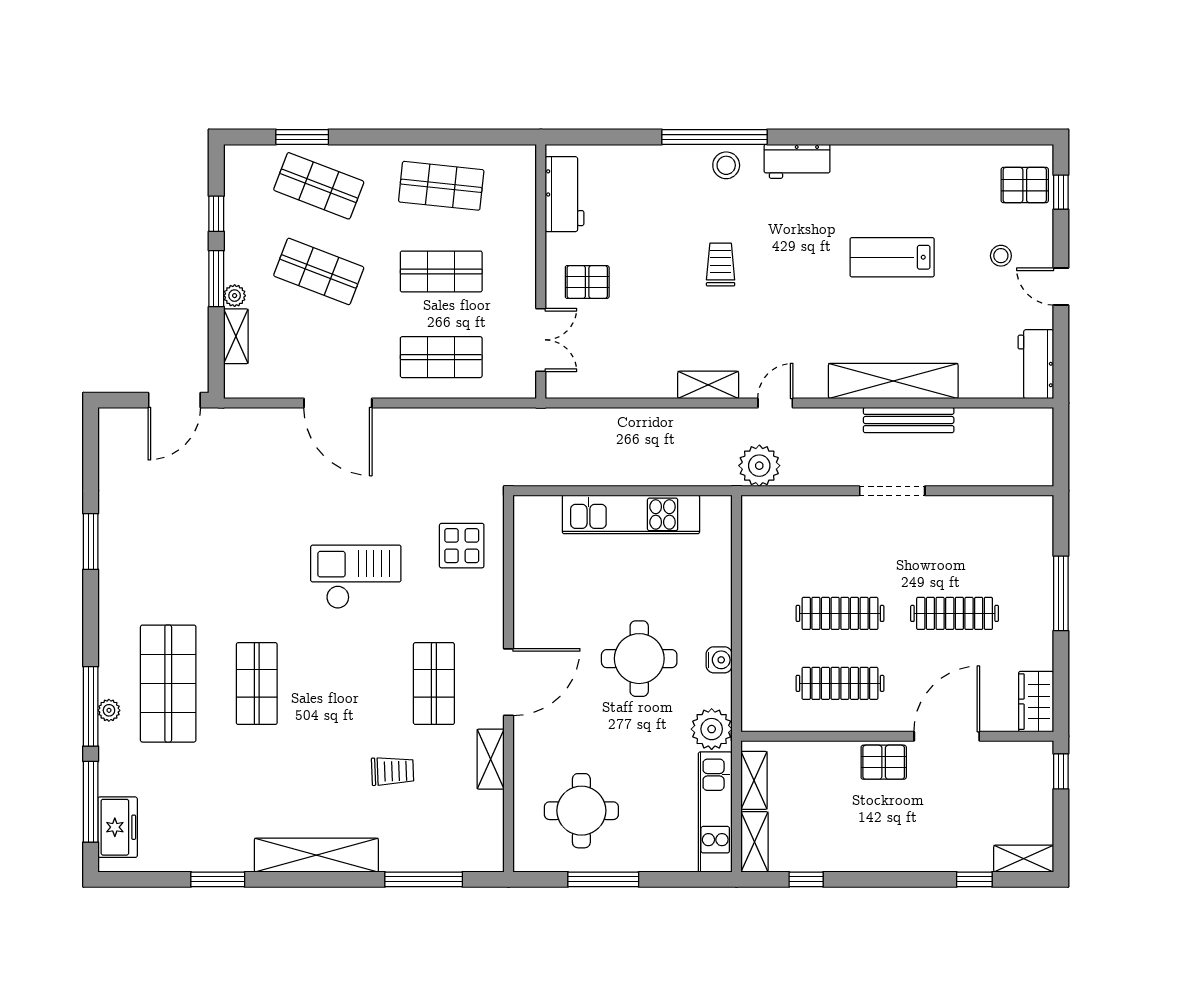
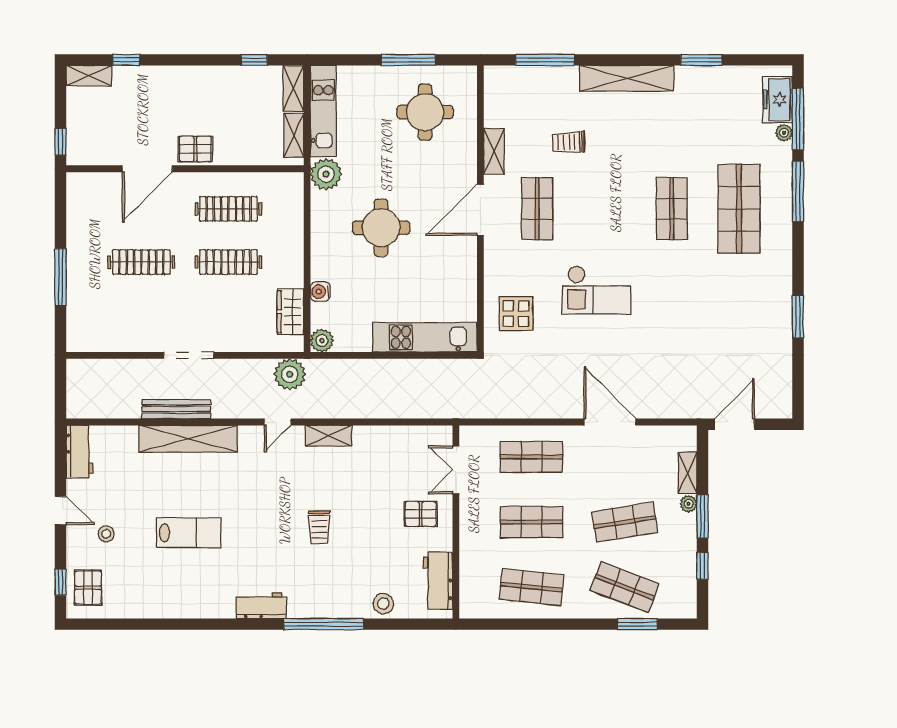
stool: (726, 165) -> (383, 604), moved
pallet: (1025, 185) -> (88, 588), turned 90
shop shelf: (319, 271) -> (625, 522), turned -30
plant: (717, 510) -> (322, 341), added
kitchen unit: (631, 514) -> (425, 337), moved
water cooler: (719, 660) -> (320, 292), moved
wardrobe: (1036, 702) -> (290, 312), moved, turned 180
plant: (109, 710) -> (784, 133), moved

